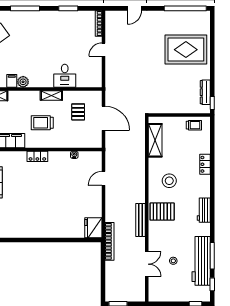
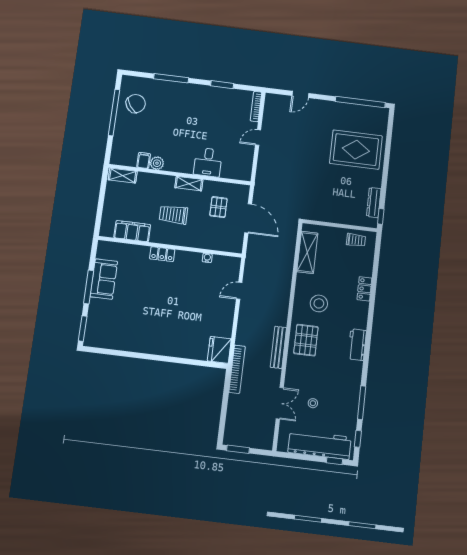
pallet: (162, 212) -> (306, 340), turned 90
workbench: (201, 261) -> (320, 445), moved, turned 90

